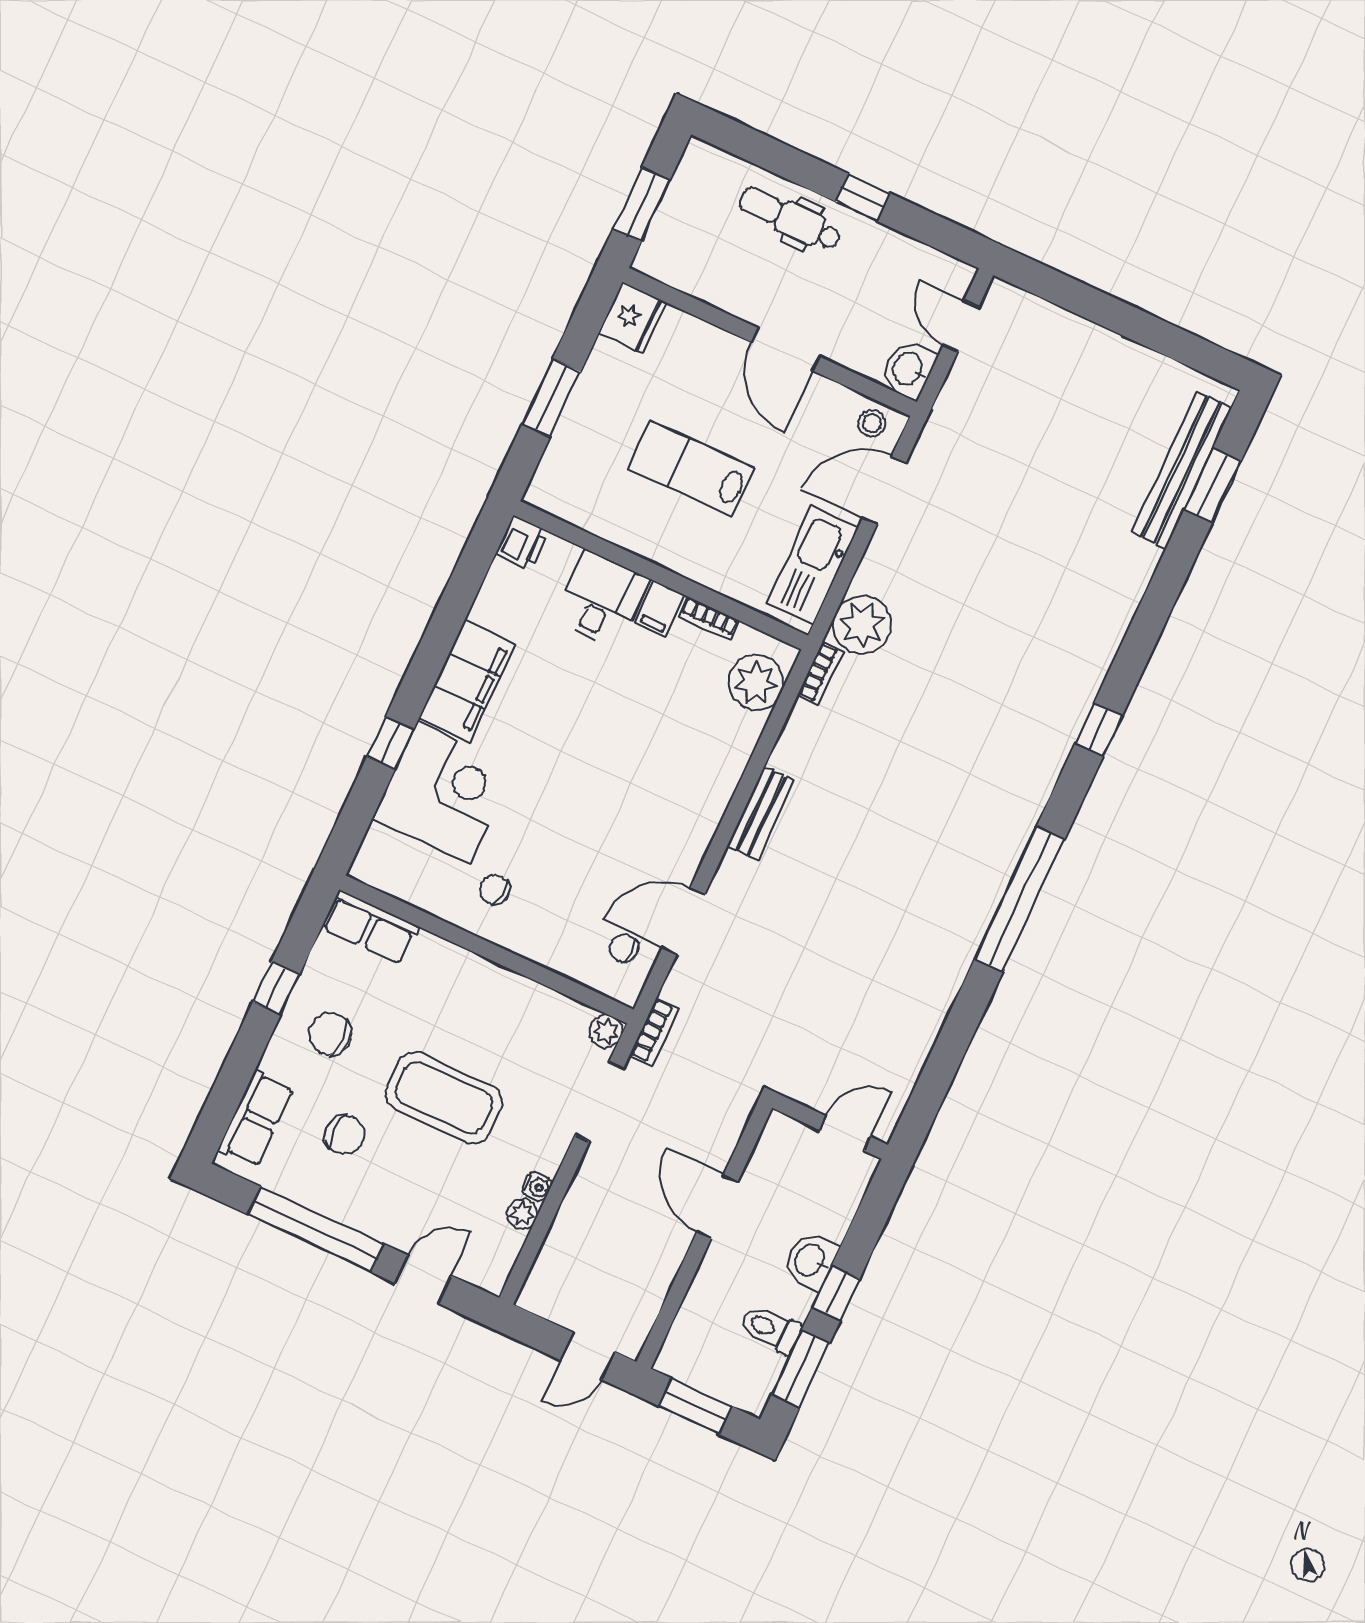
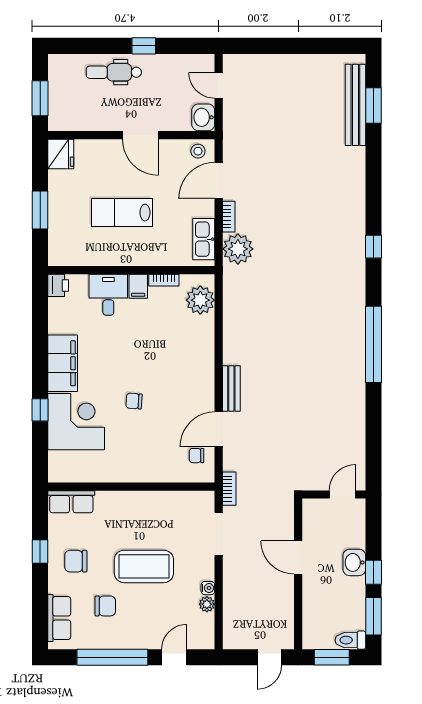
kitchen sink: (813, 565) -> (204, 239), width x0.73, depth x0.81
bookcase: (820, 673) -> (229, 217), moved
bench: (760, 813) -> (231, 389), moved
chair: (495, 889) -> (134, 401), moved
plant: (606, 1031) -> (206, 499), removed
toilet: (770, 1329) -> (350, 640), moved

